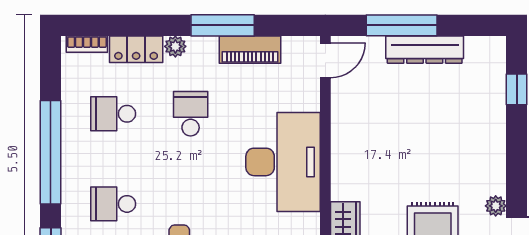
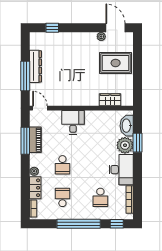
window: (223, 25) -> (25, 141), moved
school desk: (113, 114) -> (62, 197), turned 180
school desk: (191, 114) -> (62, 165), turned -90
desk: (283, 162) -> (73, 122), width x0.53, depth x0.77

